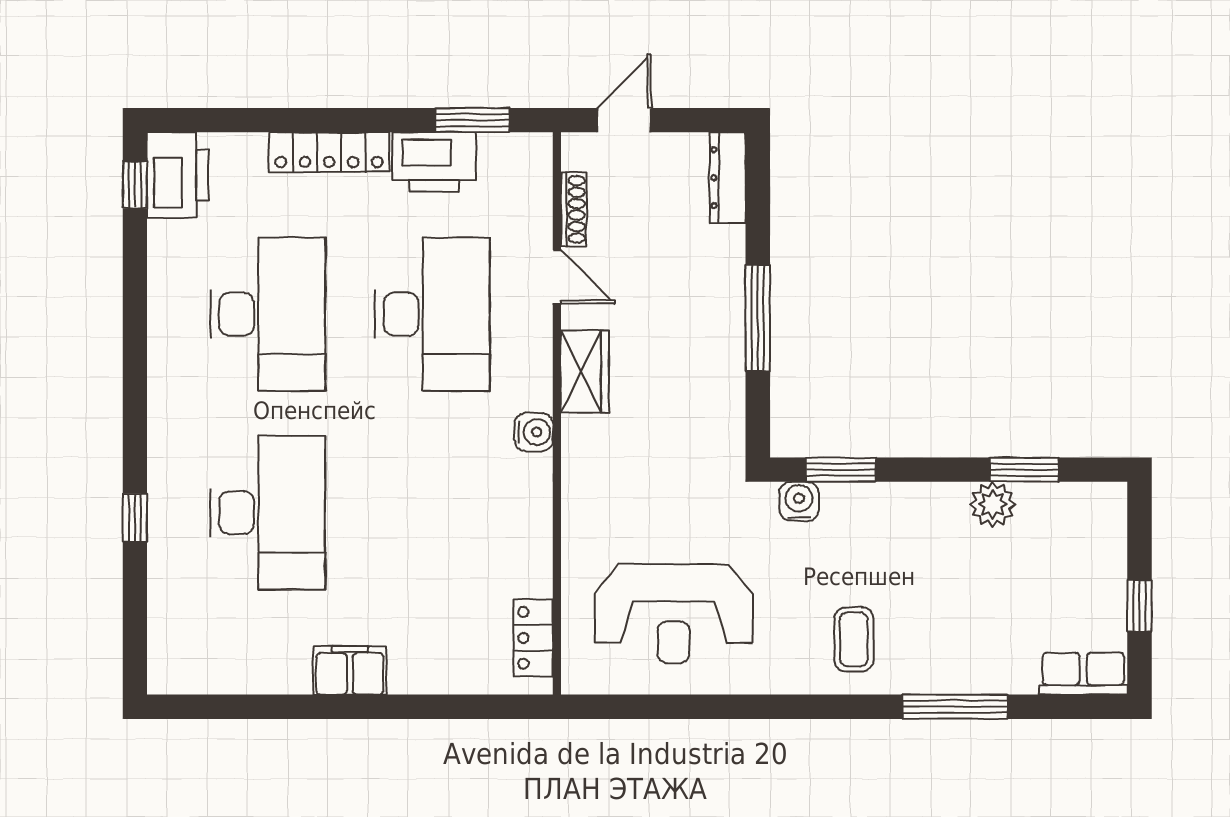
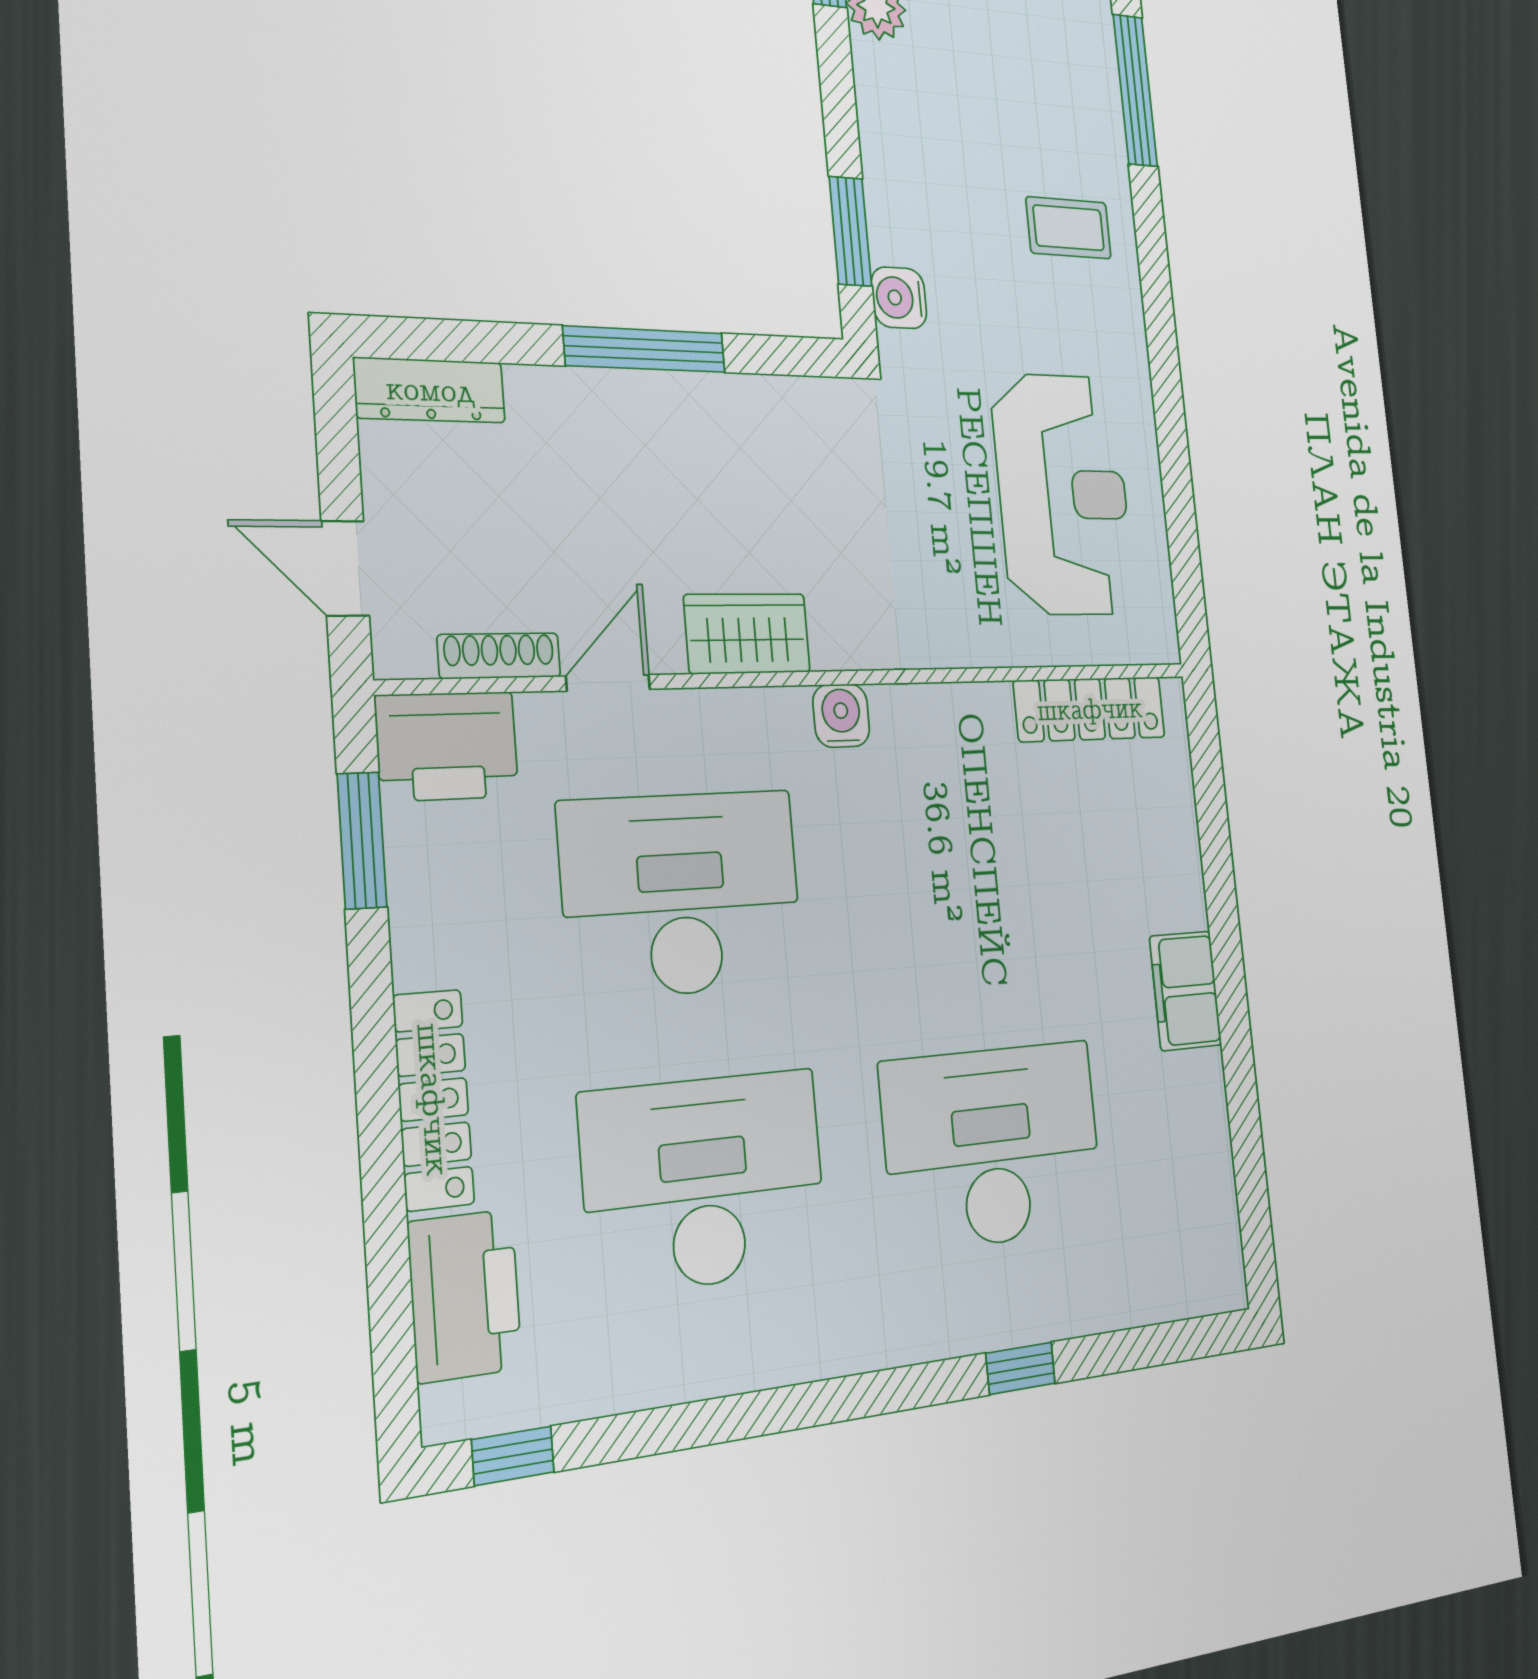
printer: (434, 162) -> (447, 746), moved, turned 90
printer: (178, 175) -> (465, 1296), moved, turned 90
locker: (533, 638) -> (1090, 709), width x1.53

